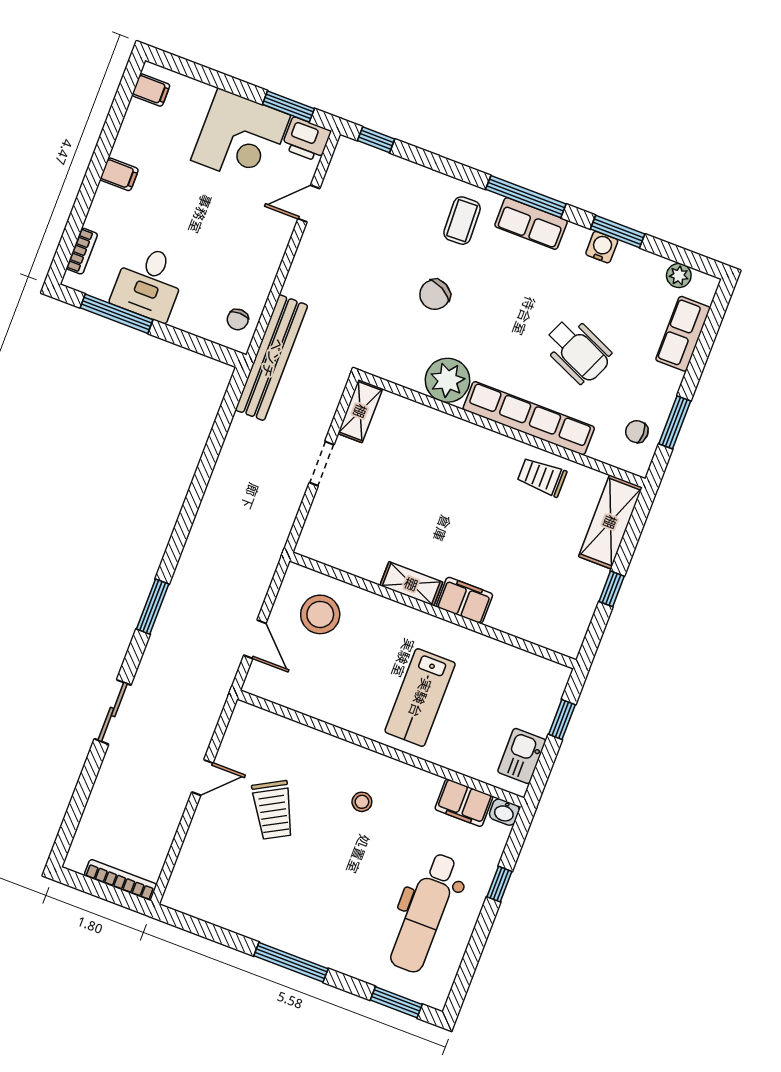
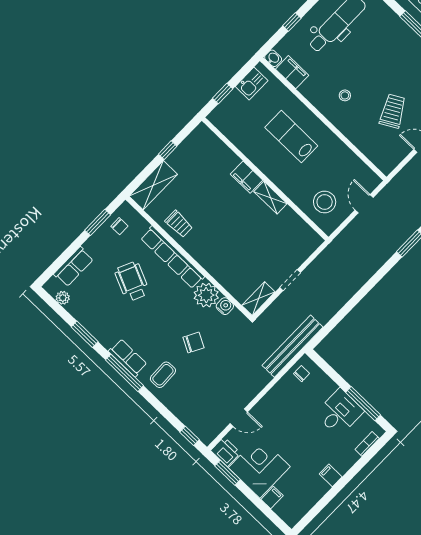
filing cabinet: (151, 90) -> (272, 497), moved, turned 90
water cooler: (602, 247) -> (225, 306), moved, turned 180
lab bench: (420, 698) -> (291, 137), turned -90

